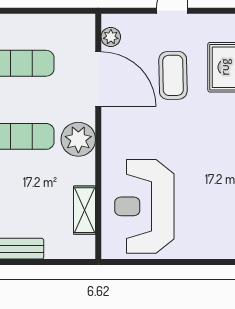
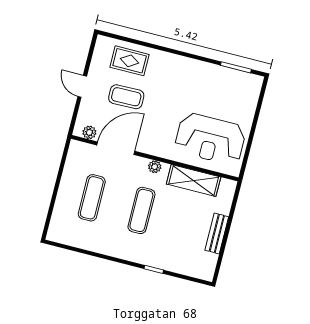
plant: (78, 139) -> (155, 167), width x0.53, depth x0.53
shelving: (85, 210) -> (194, 181), width x1.50, depth x1.33

